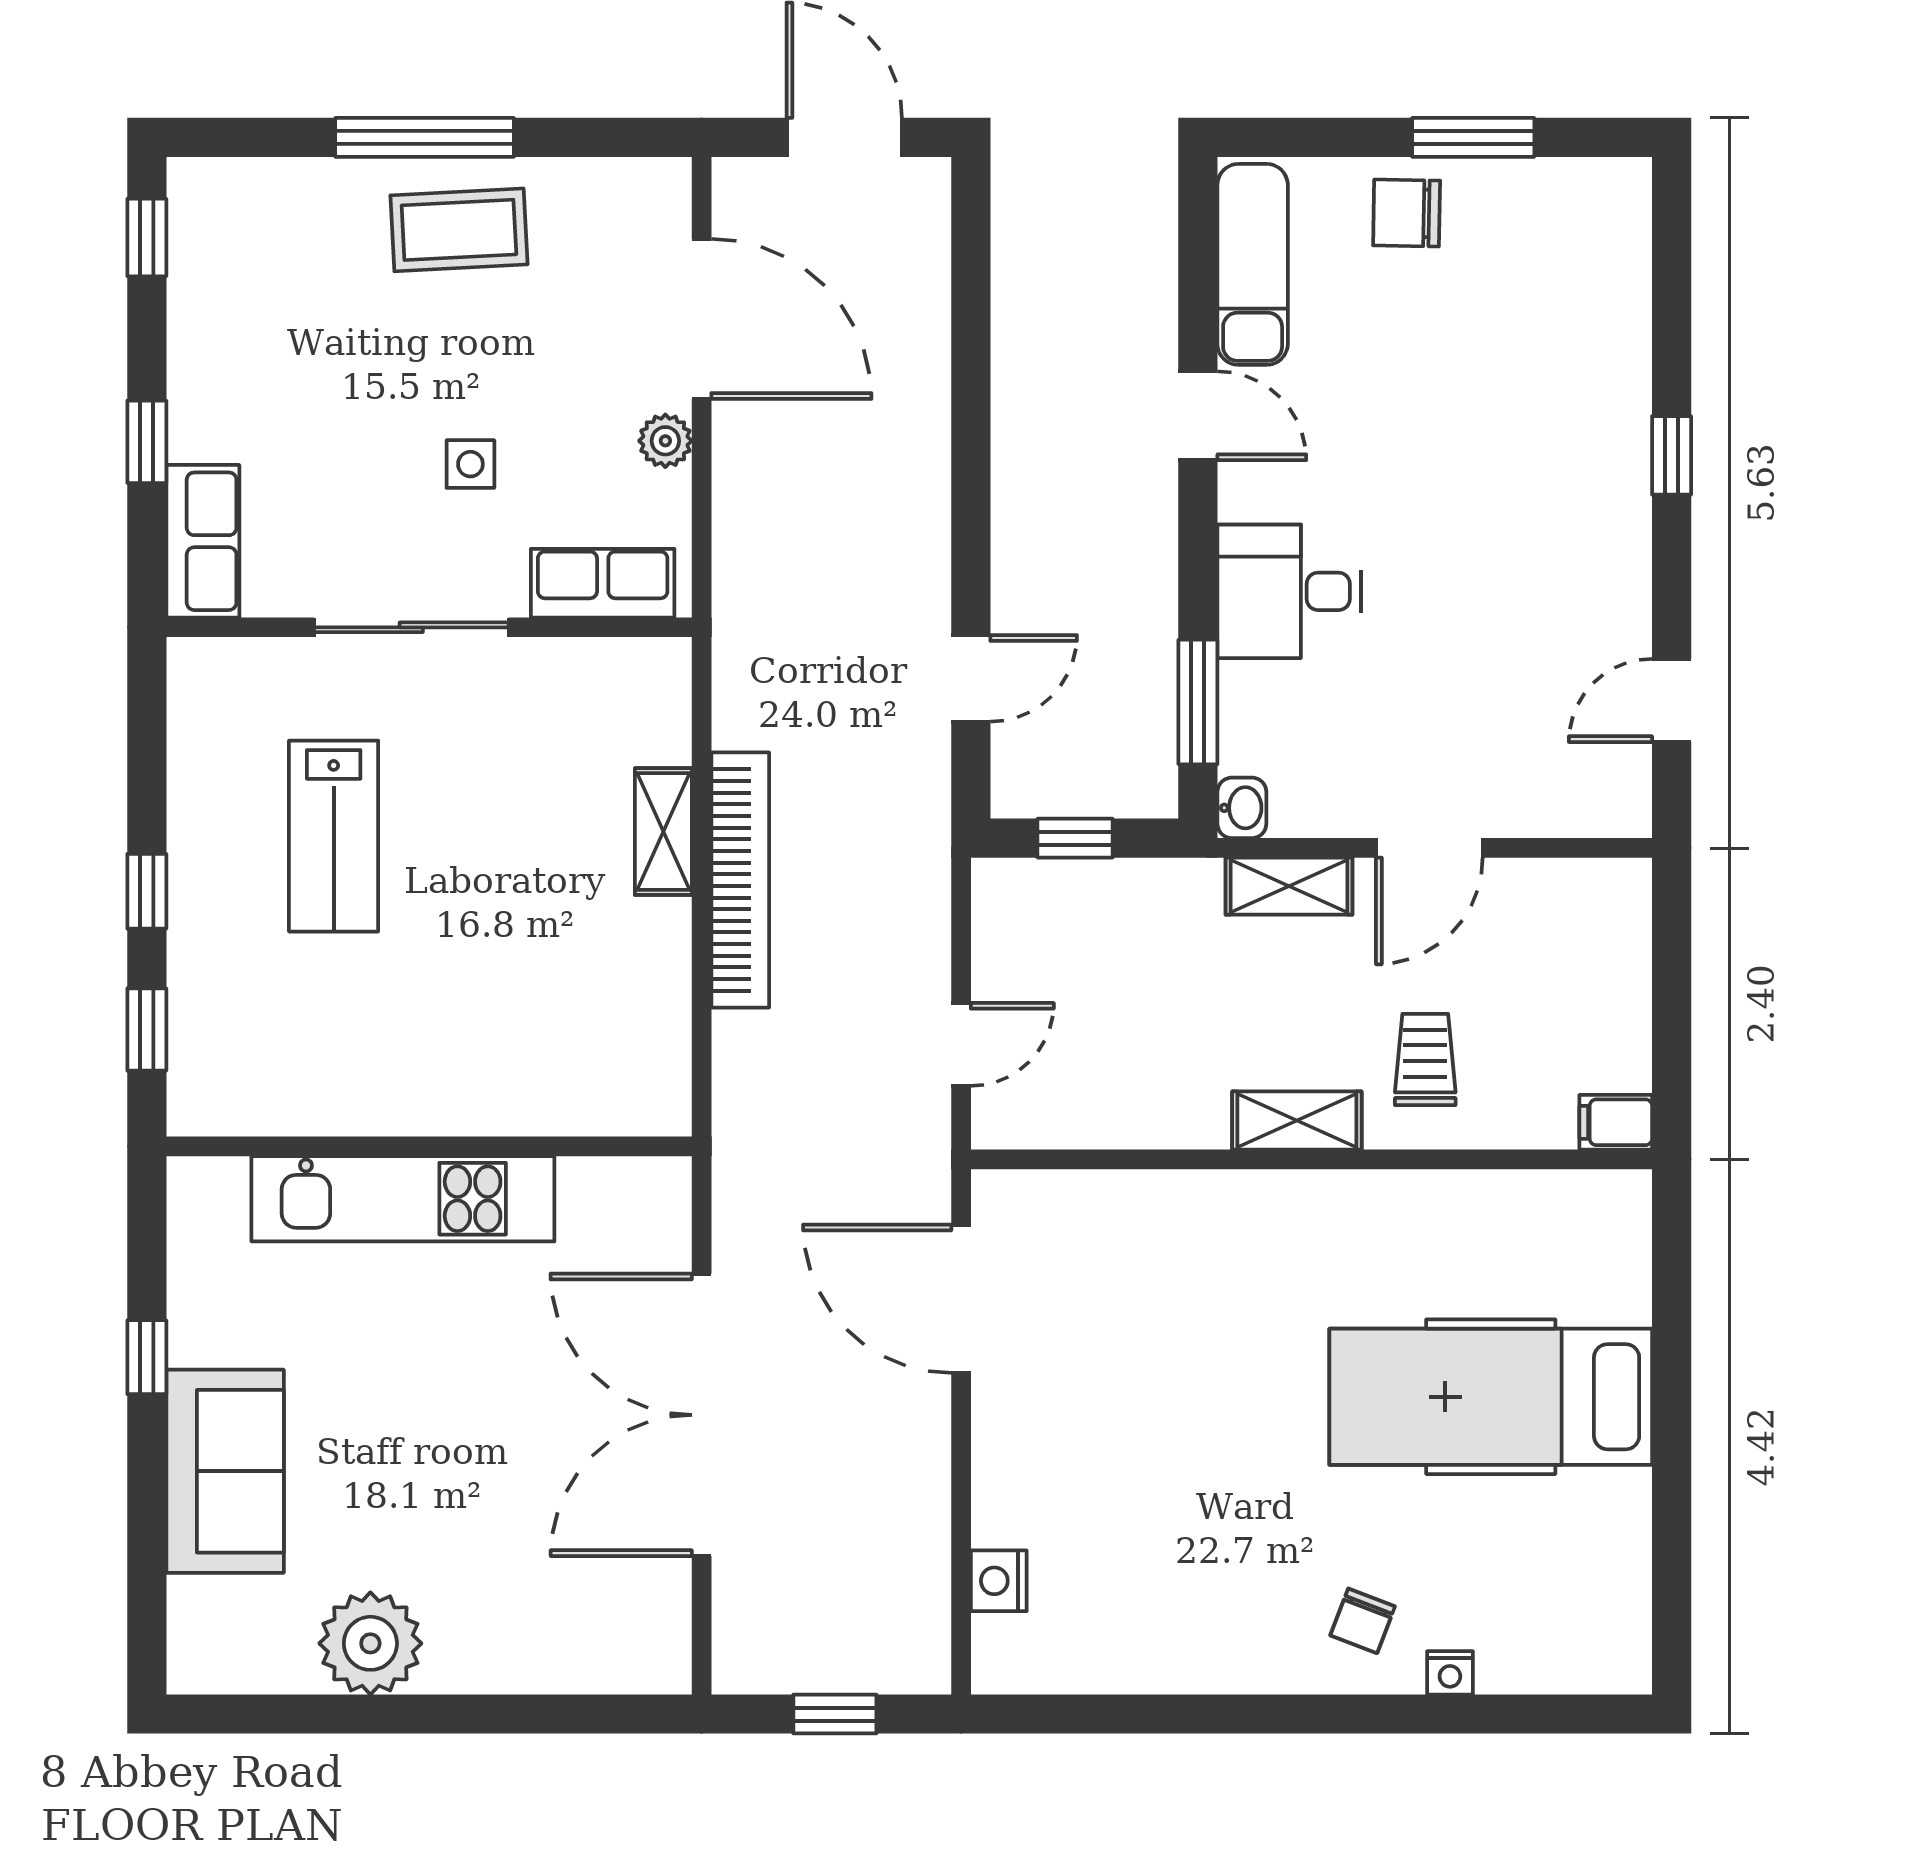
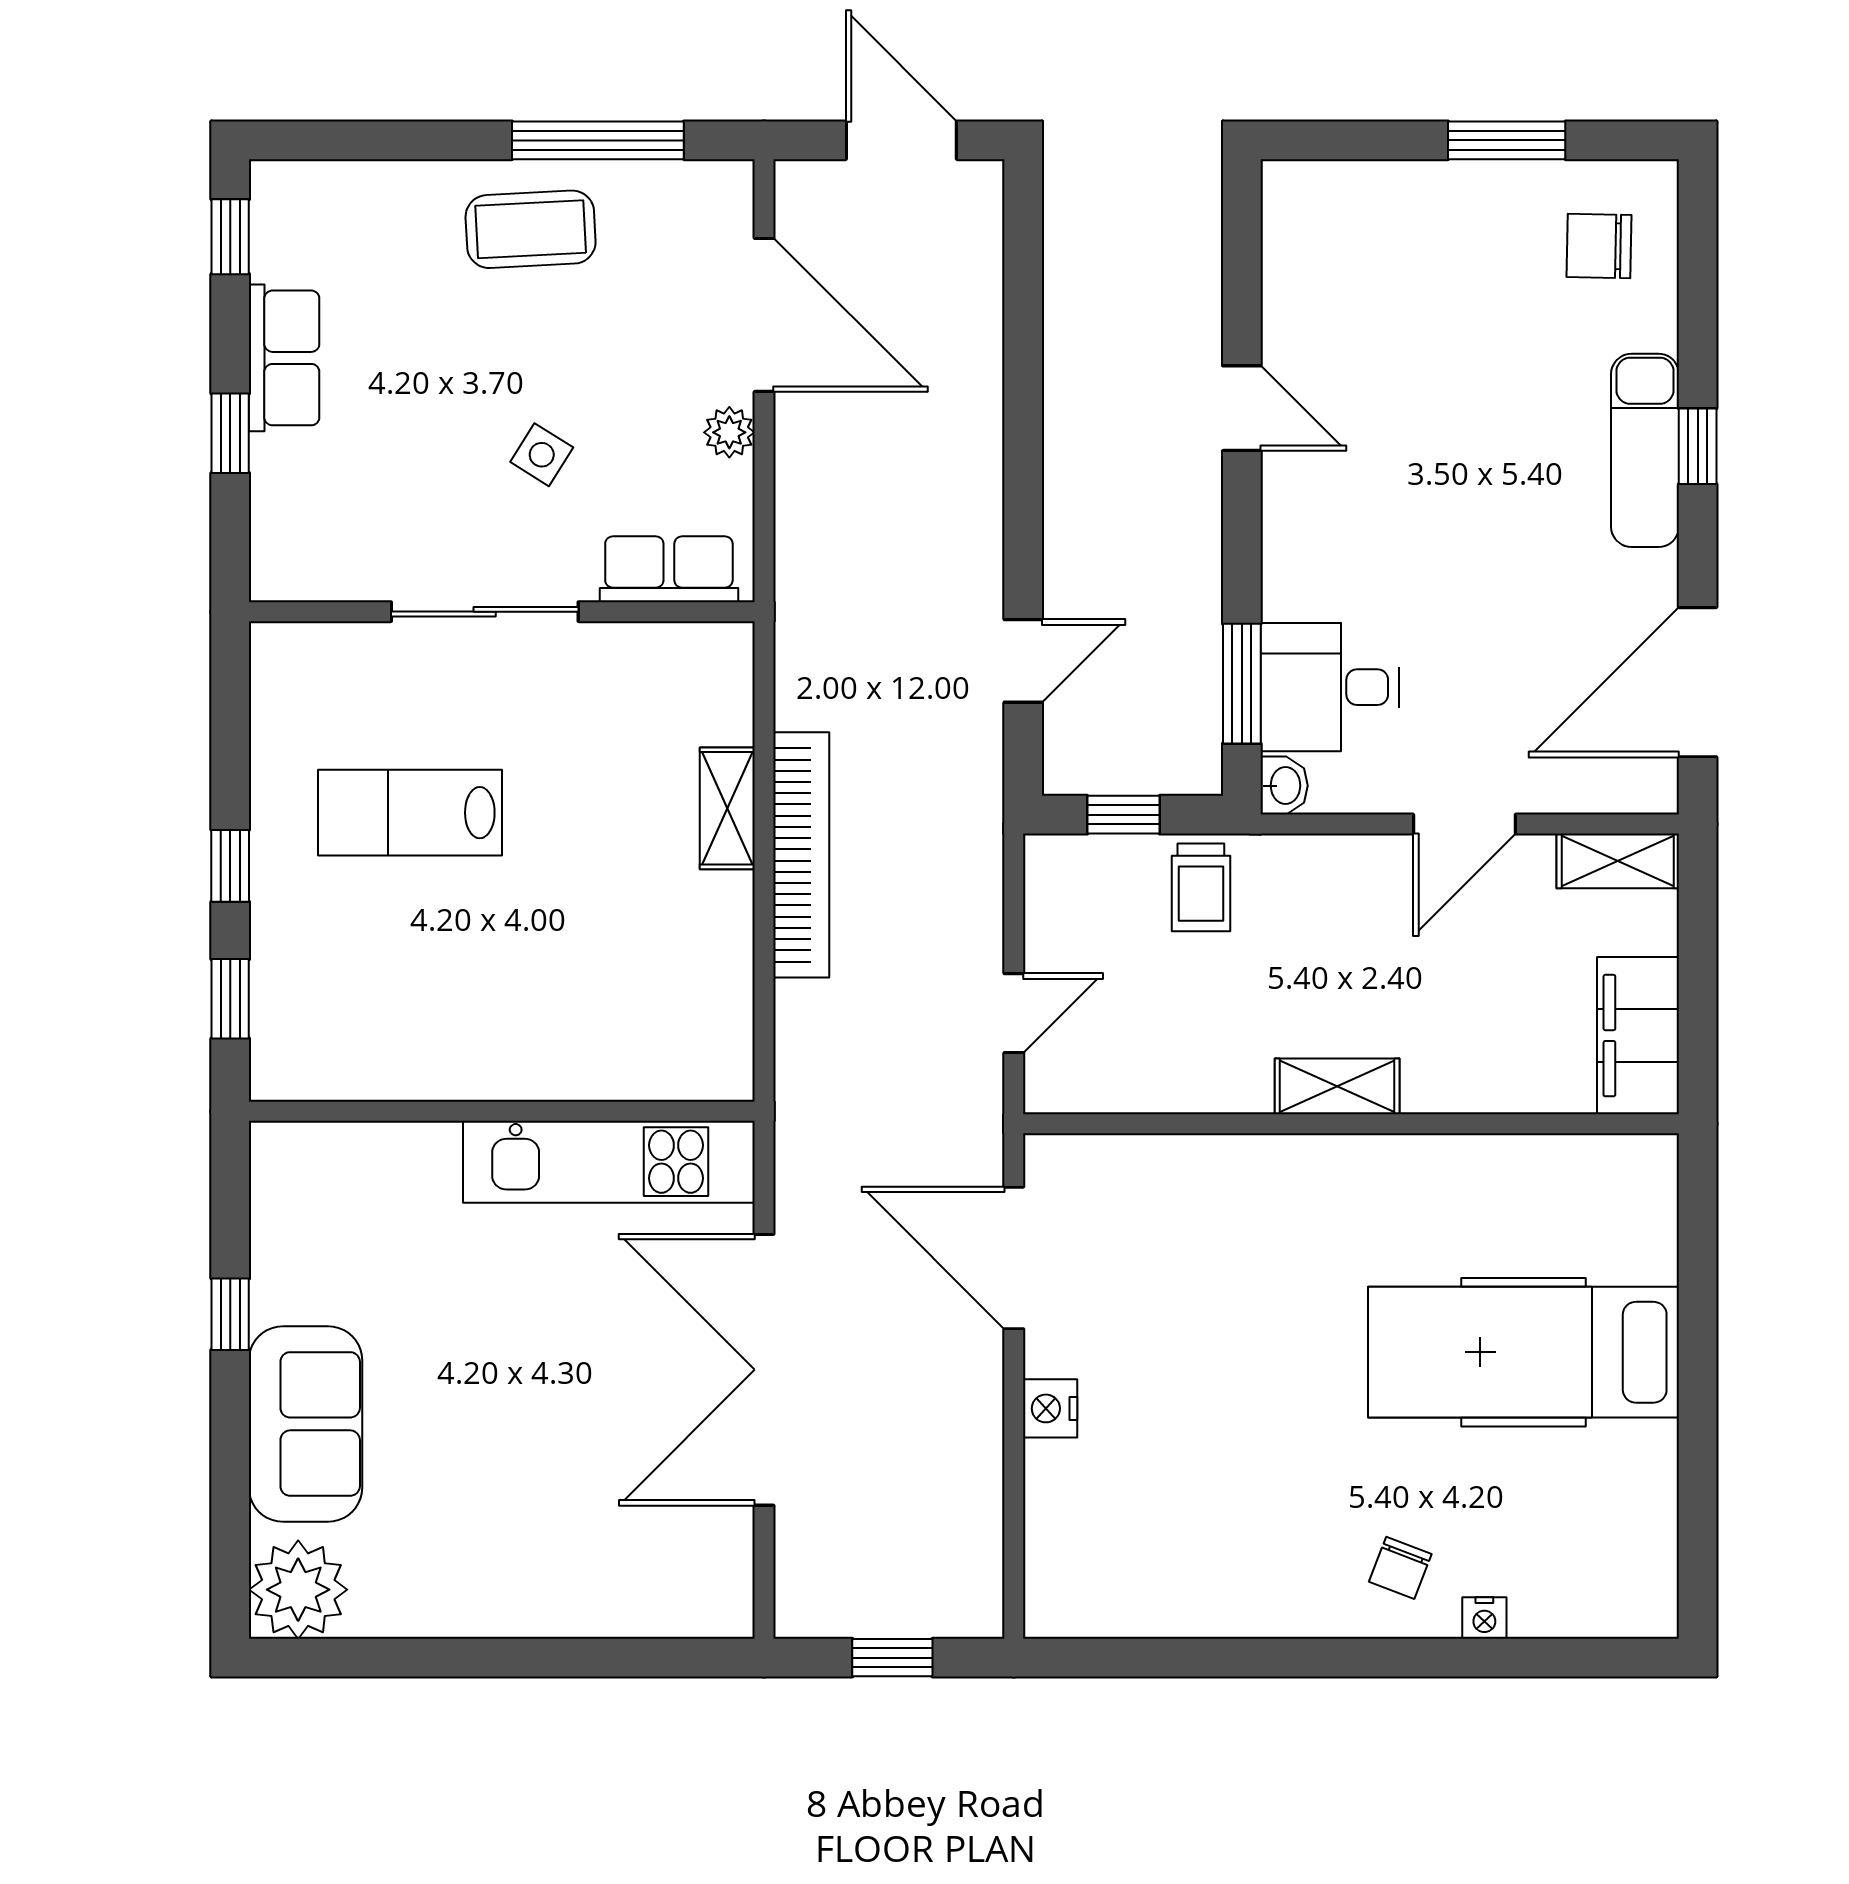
window: (425, 137) -> (598, 140), moved
chair: (1407, 213) -> (1599, 246), moved
exam couch: (1253, 264) -> (1645, 450), moved, turned 180
side table: (470, 464) -> (542, 455), turned 32
row of seats: (203, 541) -> (284, 358), moved
desk: (1289, 591) -> (1330, 687), moved
door: (1672, 700) -> (1698, 682), width x1.87
lab bench: (334, 836) -> (410, 813), turned 90
shelving: (1289, 886) -> (1618, 861), moved
trolley: (1425, 1060) -> (1201, 887), moved, turned 180
filing cabinet: (1616, 1122) -> (1638, 1036), width x3.00, depth x1.17
kitchen unit: (403, 1199) -> (609, 1162), moved
nightstand: (999, 1581) -> (1050, 1408), moved
plant: (370, 1643) -> (298, 1590), moved

